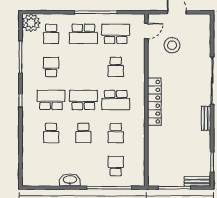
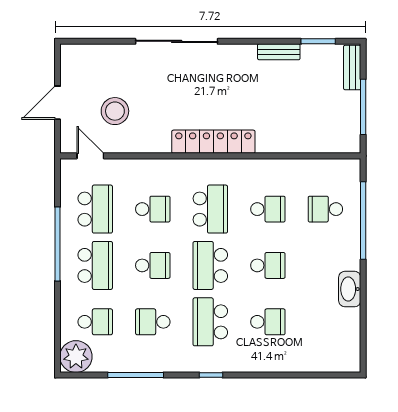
school desk: (116, 34) -> (95, 209), turned 180
school desk: (83, 67) -> (153, 265), added
bench: (206, 118) -> (279, 52), moved

